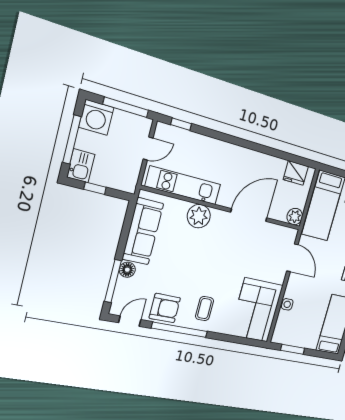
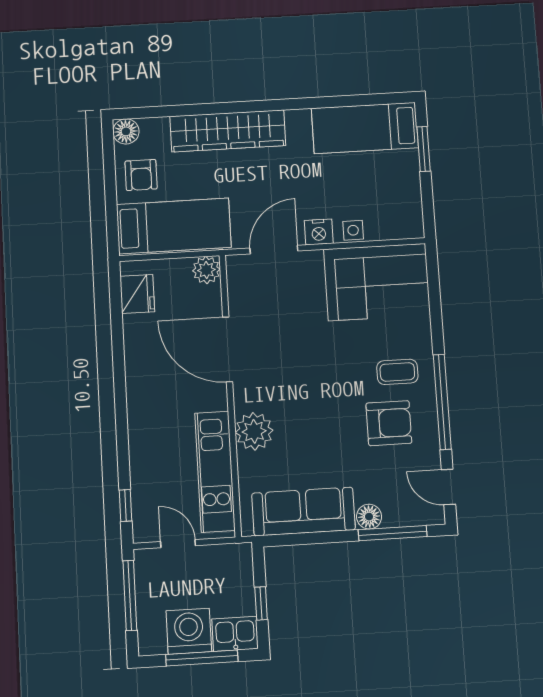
washing machine: (96, 117) -> (189, 631), moved, turned -90
nightstand: (293, 285) -> (319, 232), added
armchair: (165, 308) -> (389, 423), moved, turned 90
window: (293, 349) -> (424, 149), moved

